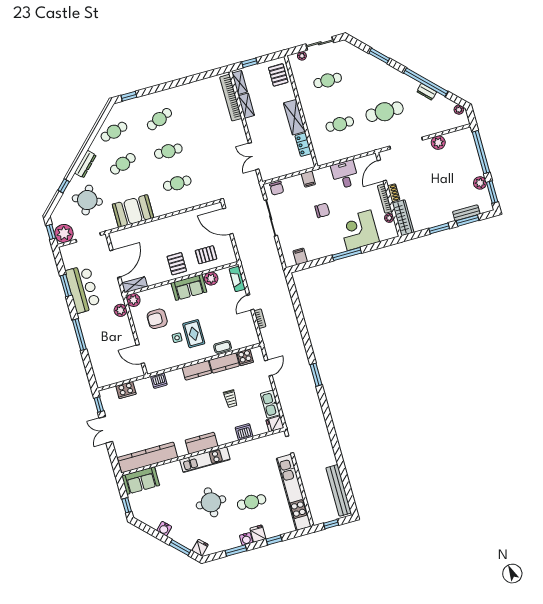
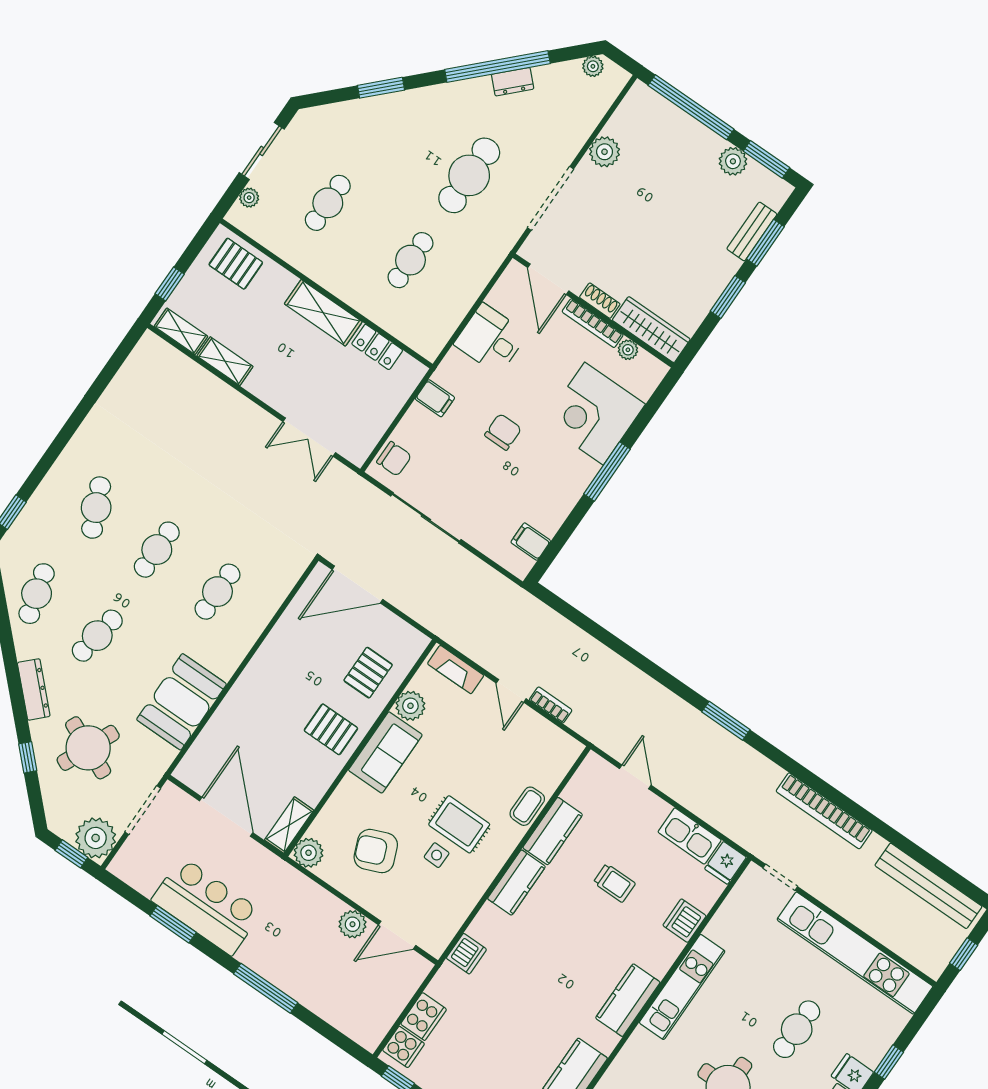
bookcase: (231, 98) -> (824, 811), moved
cafe table: (123, 164) -> (97, 636), turned 30
plant: (120, 310) -> (353, 924), moved
armchair: (157, 319) -> (376, 851), turned 68
cooker: (245, 357) -> (404, 1047), moved
kitchen unit: (205, 460) -> (682, 987), moved

